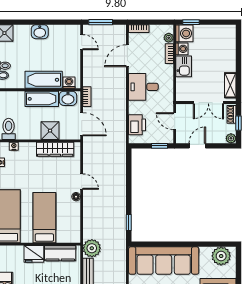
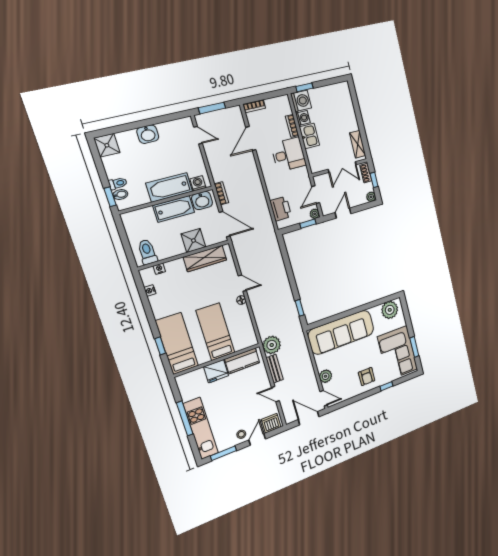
plant: (169, 38) -> (315, 214), moved
desk: (143, 87) -> (289, 154), moved, turned 180
door: (175, 121) -> (316, 195), hinge flipped

